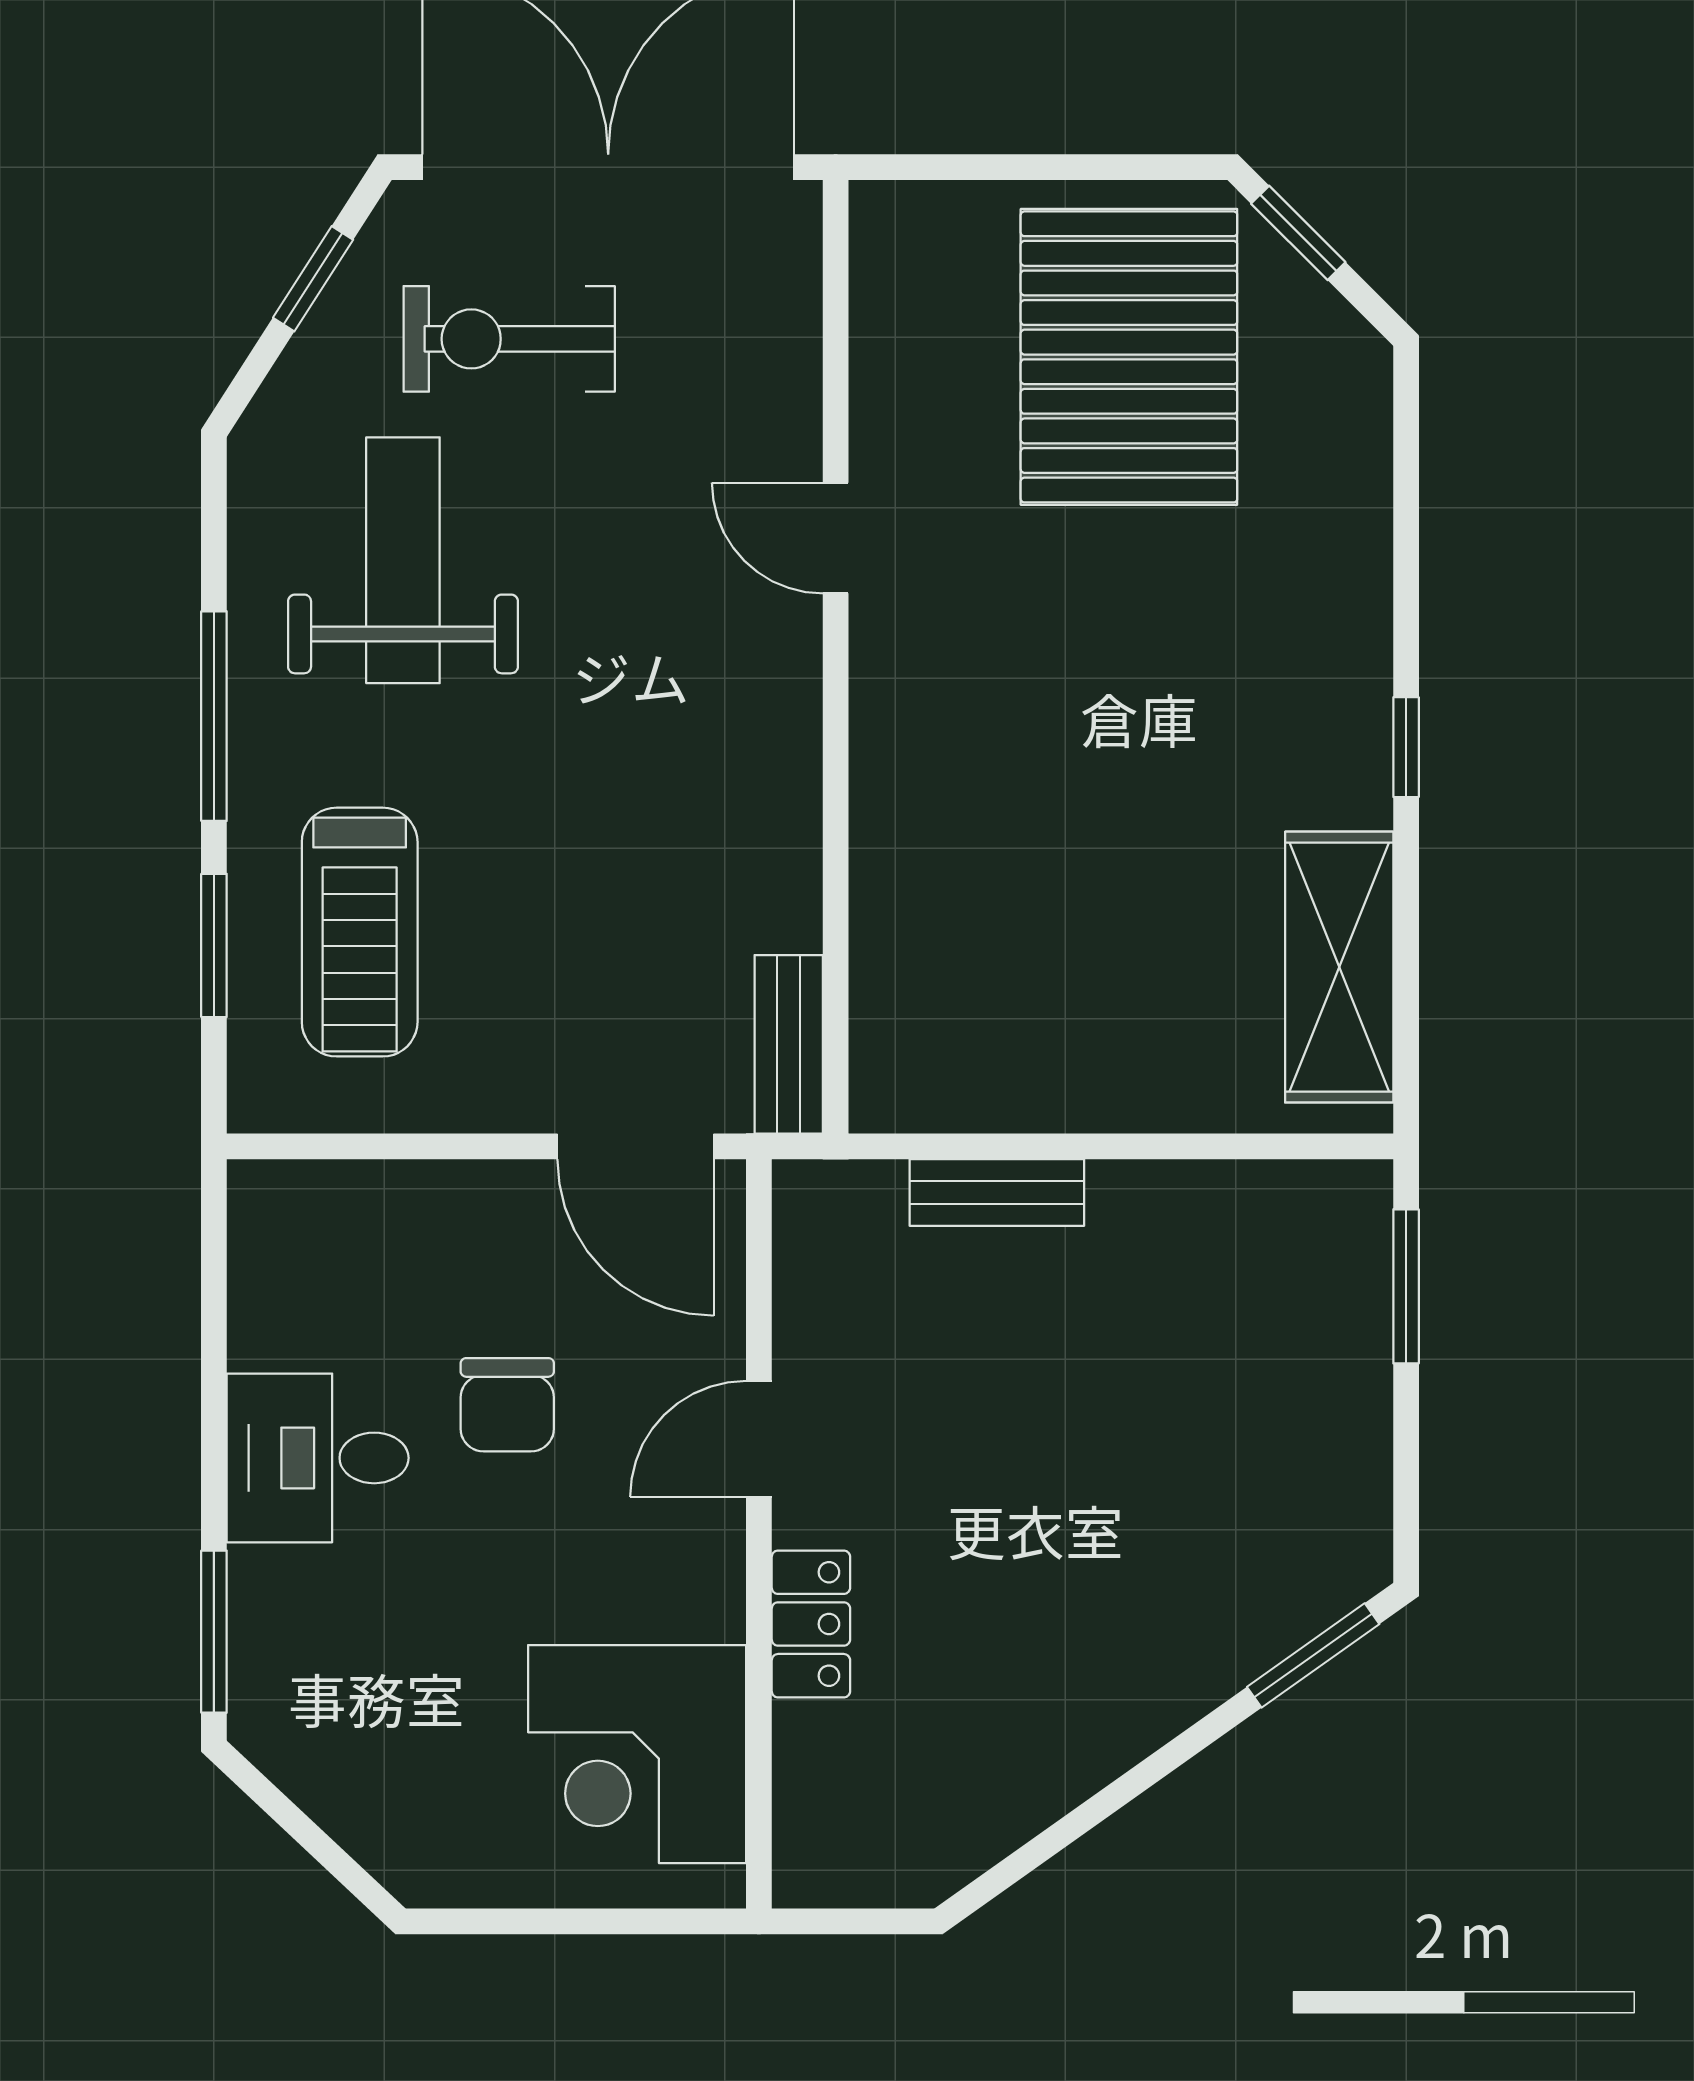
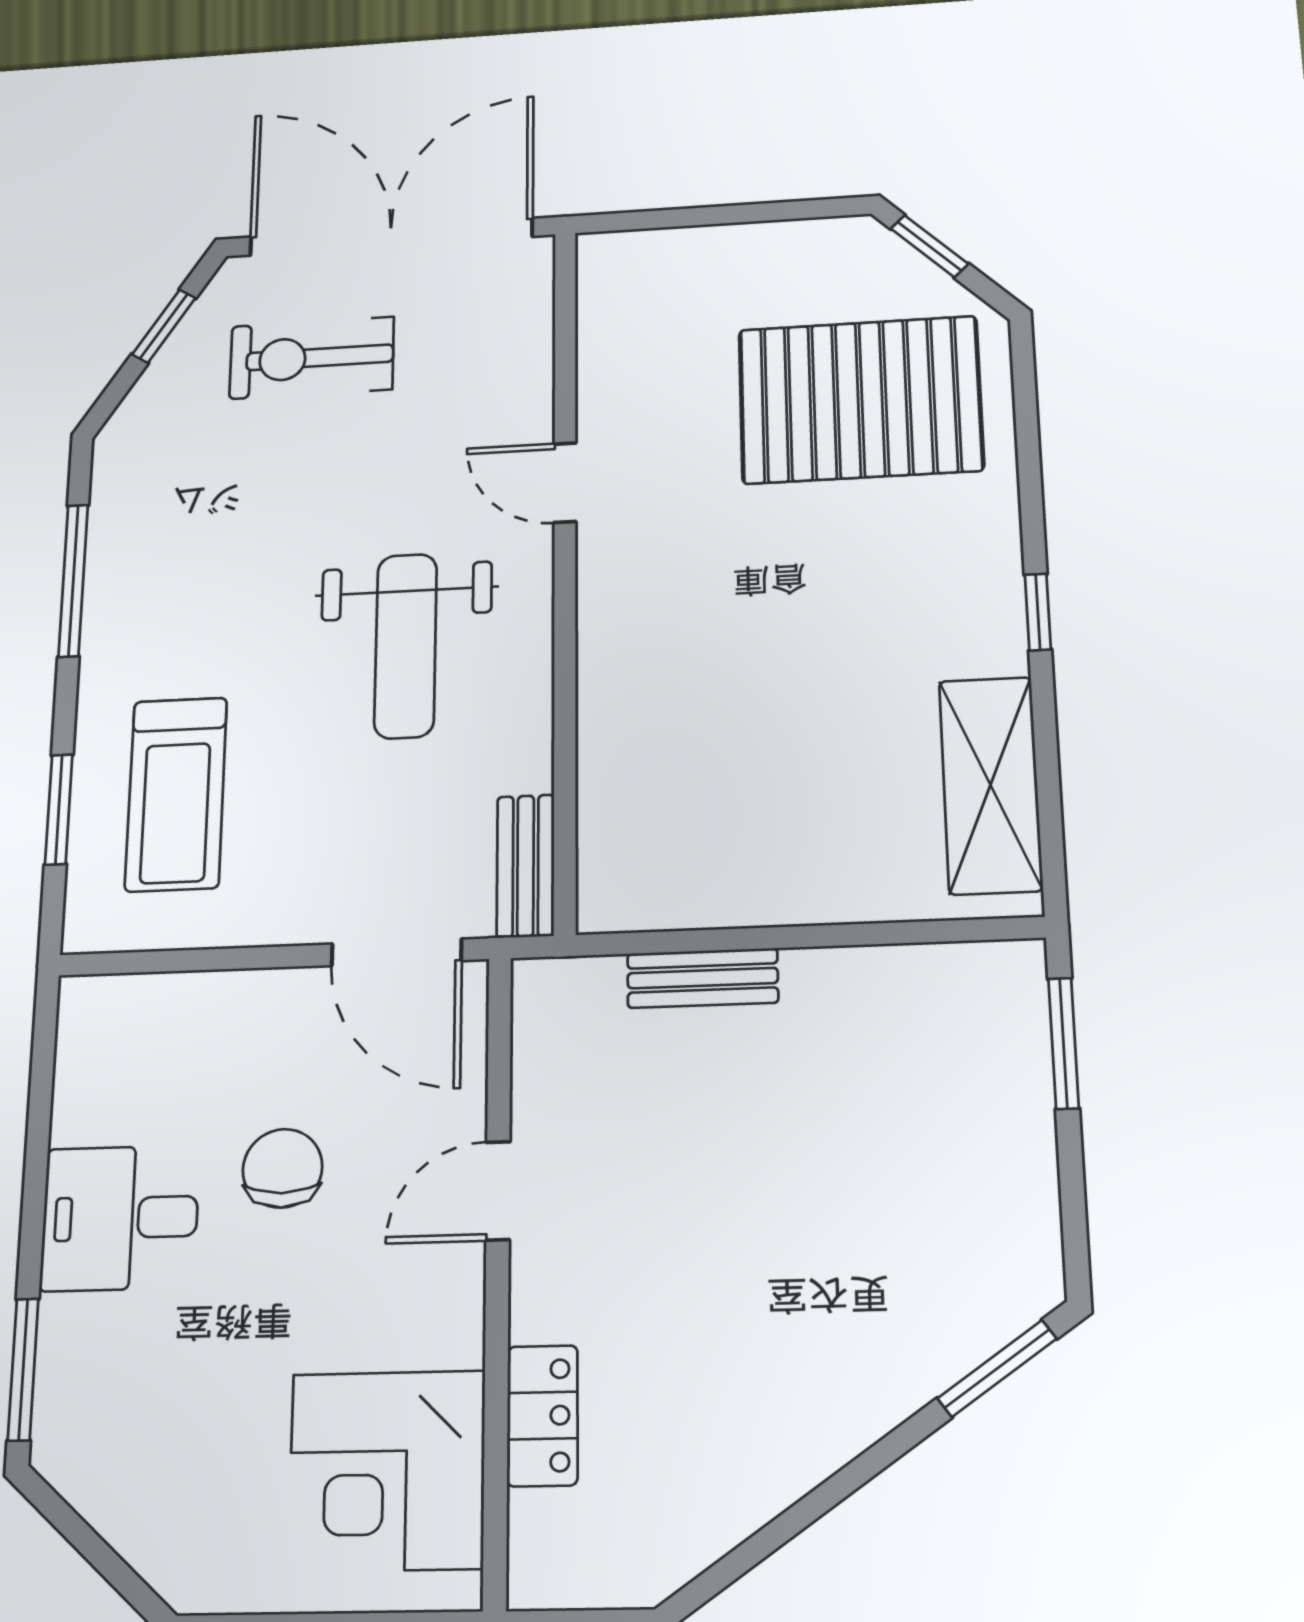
pallet: (1129, 357) -> (860, 400), moved, turned 90
weight bench: (403, 560) -> (406, 646), moved, turned 180
window: (214, 716) -> (73, 580), moved
chair: (507, 1405) -> (282, 1168), turned 180
locker: (811, 1624) -> (542, 1416), moved

